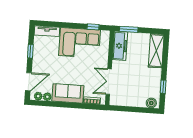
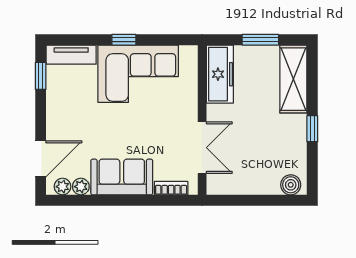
window: (93, 27) -> (124, 40), moved
window: (129, 29) -> (260, 40), moved
window: (30, 51) -> (41, 76), moved
double door: (109, 82) -> (202, 148), swing flipped
window: (163, 87) -> (312, 129), moved

